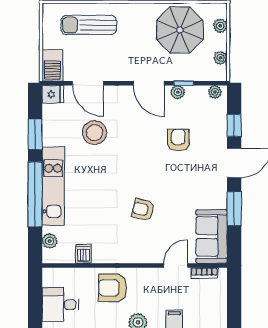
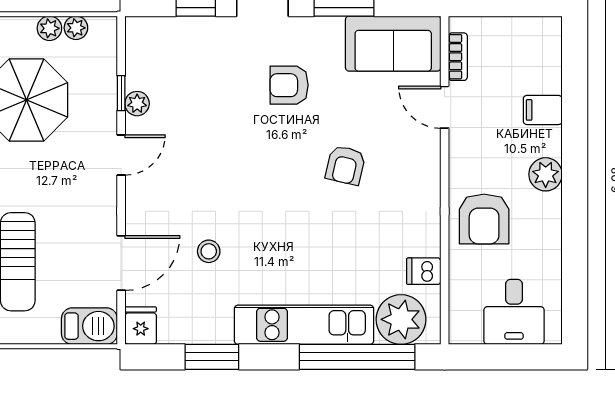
plant: (220, 26) -> (49, 28), moved
door: (149, 83) -> (121, 155), width x0.73
plant: (215, 92) -> (137, 38), removed
stool: (95, 133) -> (209, 251), width x0.53, depth x0.53
armchair: (178, 140) -> (289, 85), moved
window: (35, 194) -> (357, 357), moved
plant: (50, 241) -> (401, 319), width x1.87, depth x1.87

